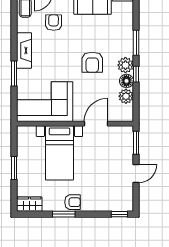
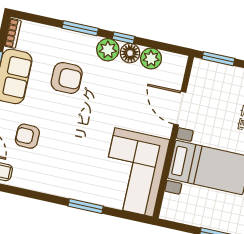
fireplace: (24, 51) -> (57, 185), removed
armchair: (92, 62) -> (67, 78), moved

